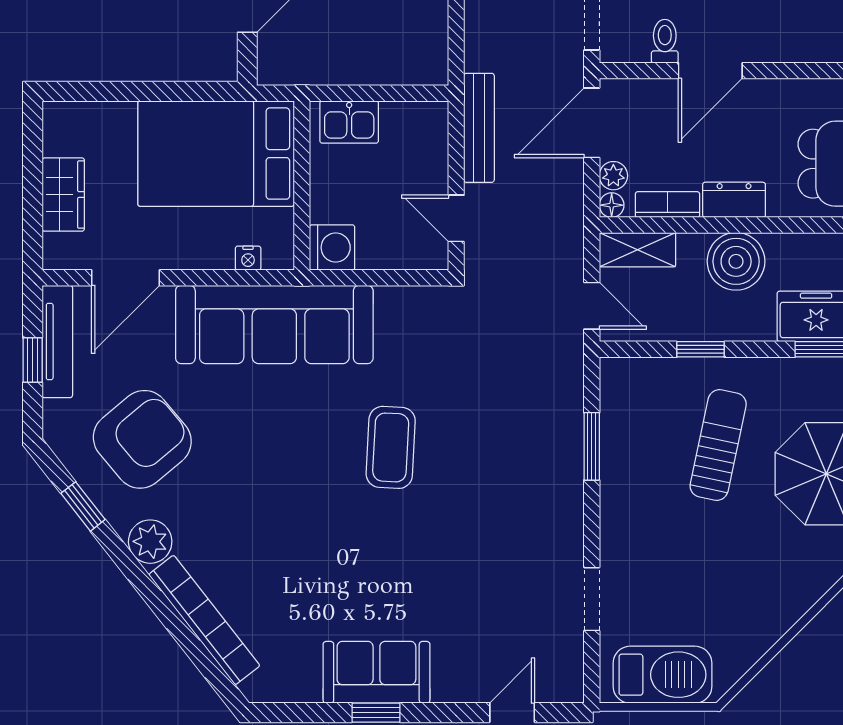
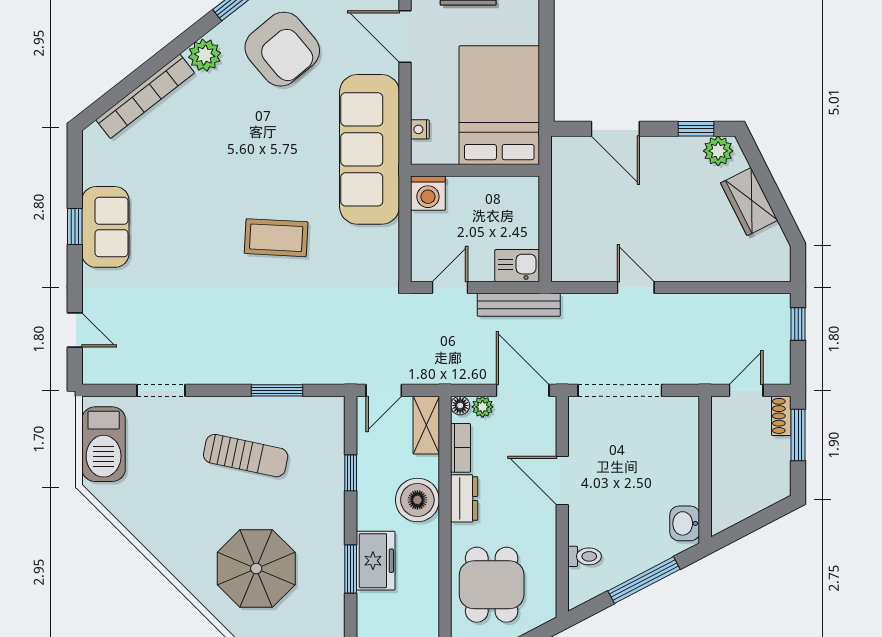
toilet: (665, 41) -> (585, 556), moved
kitchen sink: (349, 122) -> (517, 266), moved, turned 90
sun lounger: (718, 445) -> (246, 456), moved

